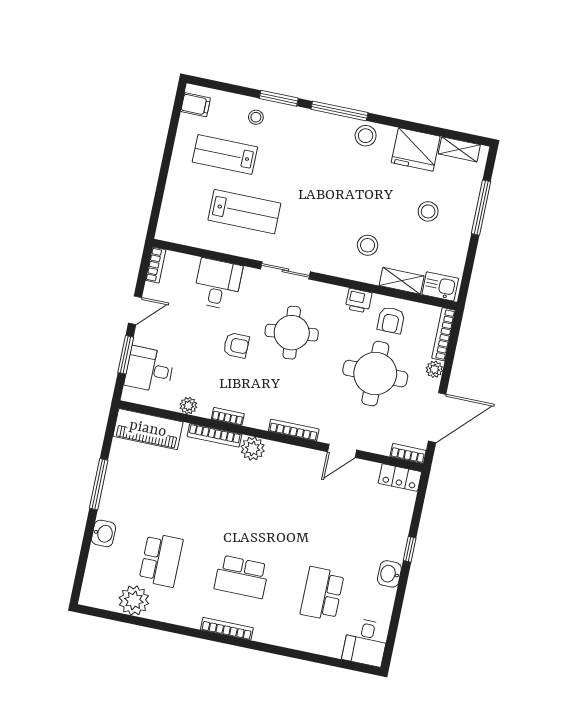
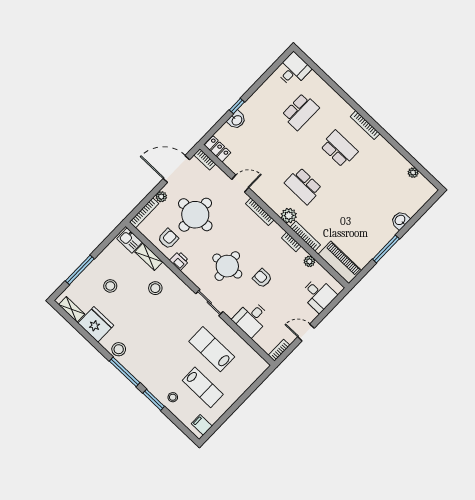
window: (126, 355) -> (326, 311), removed
school desk: (161, 560) -> (303, 186), moved, turned -90
washbasin: (389, 574) -> (237, 120), moved
plant: (134, 600) -> (413, 173), width x0.53, depth x0.53

